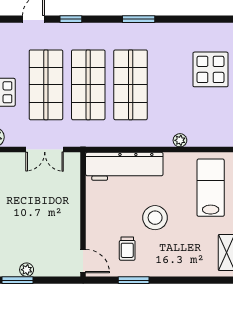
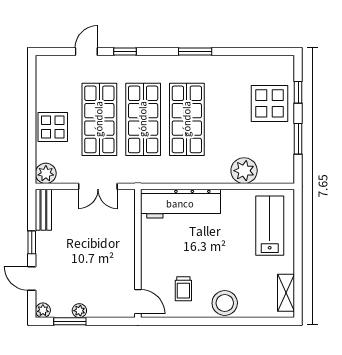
plant: (180, 140) -> (244, 171), width x1.88, depth x1.88
stool: (155, 218) -> (225, 303), moved
window: (134, 280) -> (190, 321), removed

